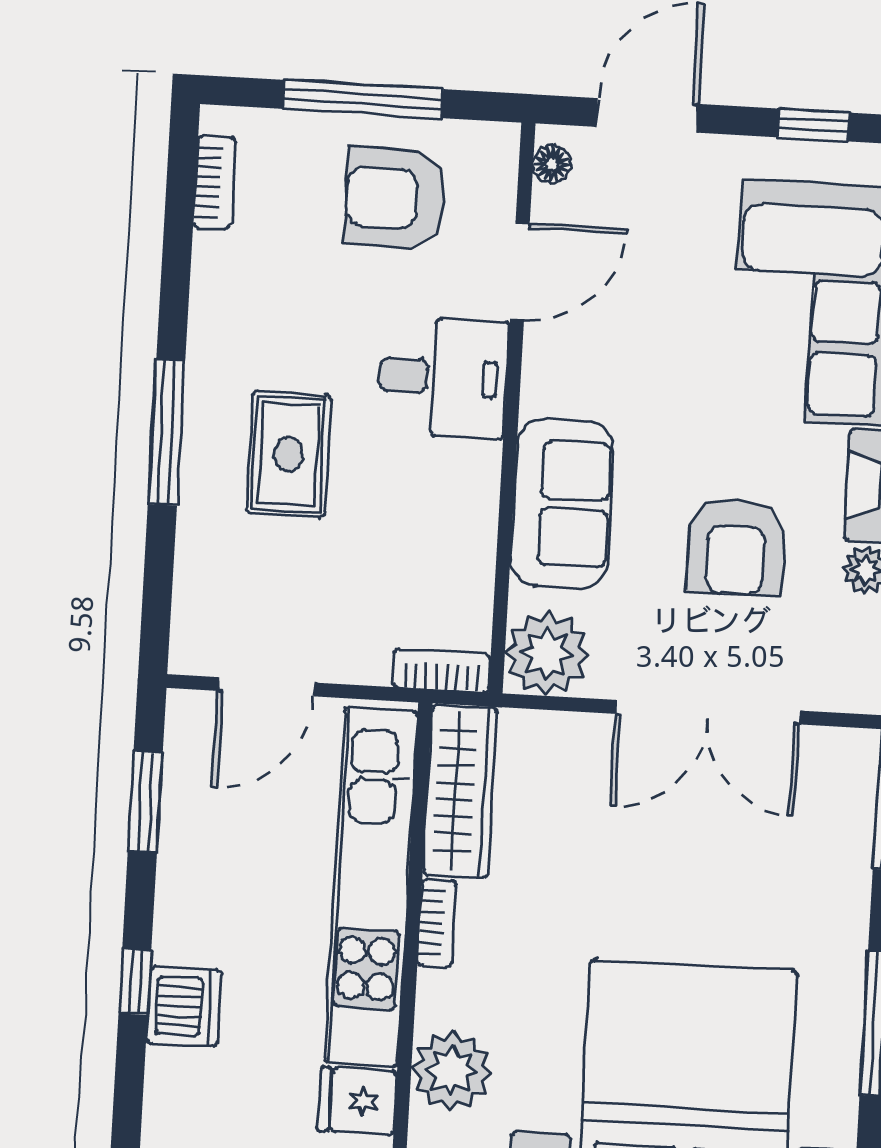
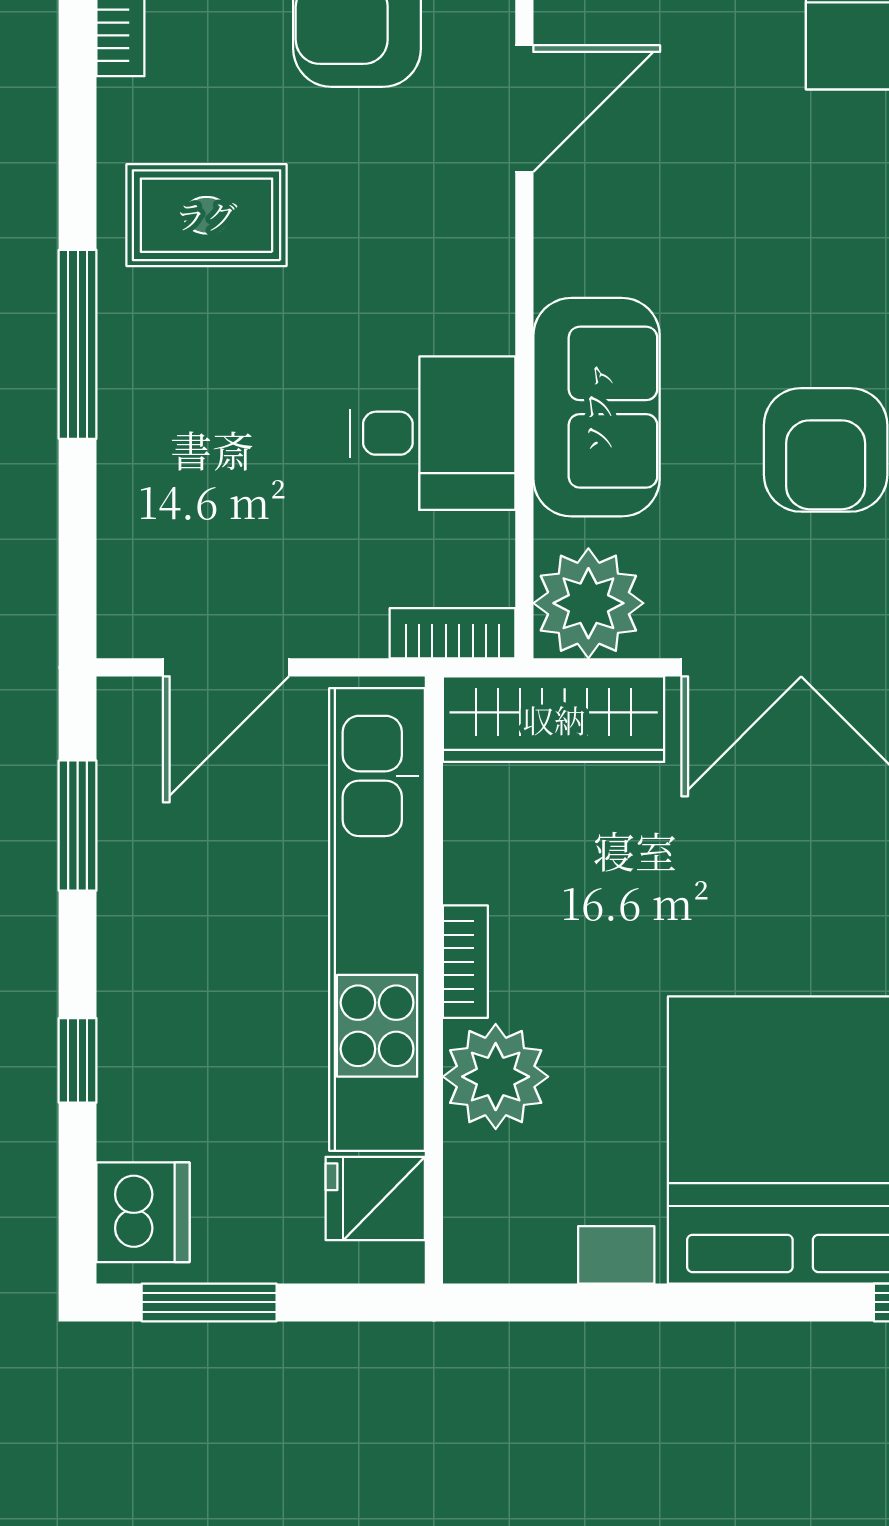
desk: (443, 377) -> (433, 433), moved
rug: (289, 454) -> (206, 215), moved, turned 90
wardrobe: (460, 791) -> (554, 719), moved, turned 90
dishwasher: (184, 1006) -> (143, 1212), moved
plant: (452, 1071) -> (496, 1077), moved

